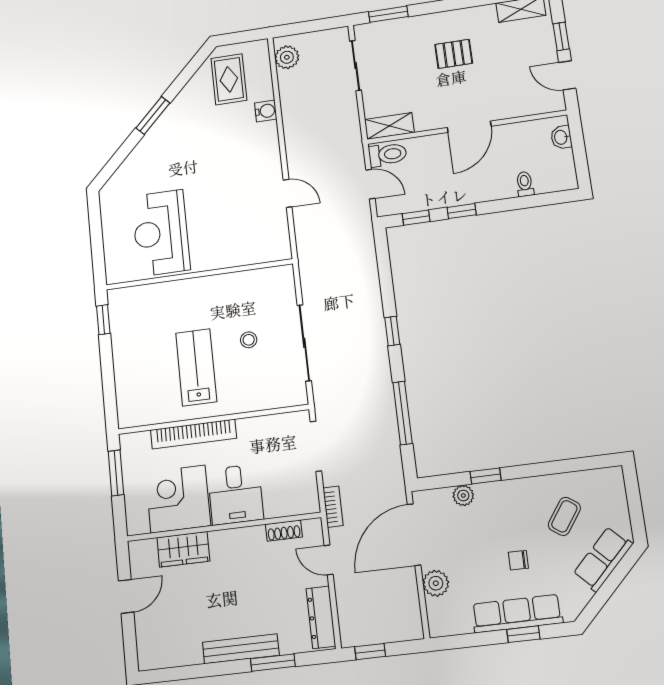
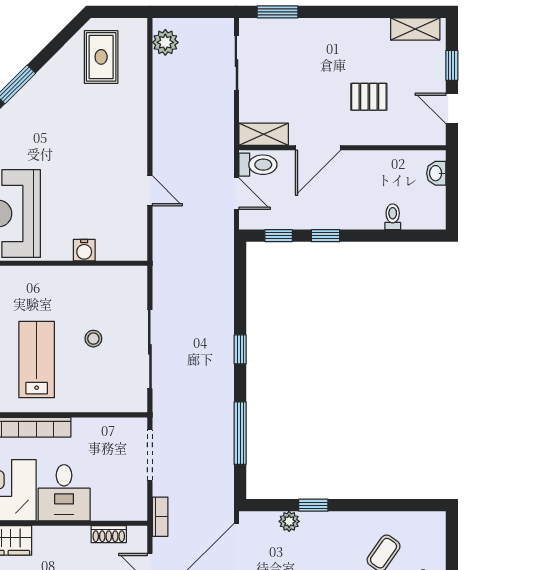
pallet: (454, 54) -> (369, 97), moved
water cooler: (266, 111) -> (84, 250), moved, turned 90
door: (469, 127) -> (318, 148), moved

